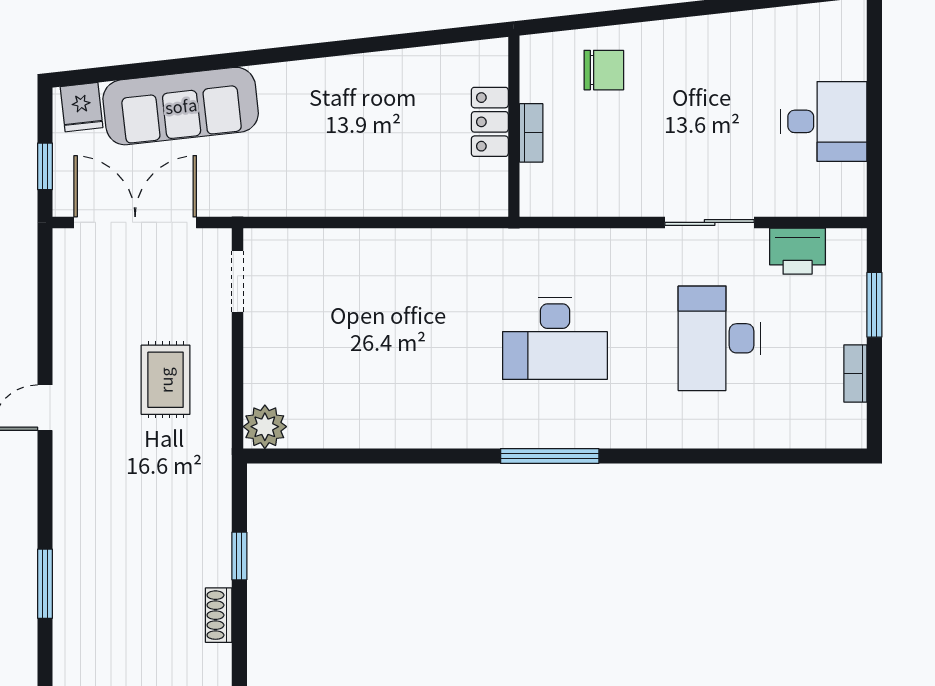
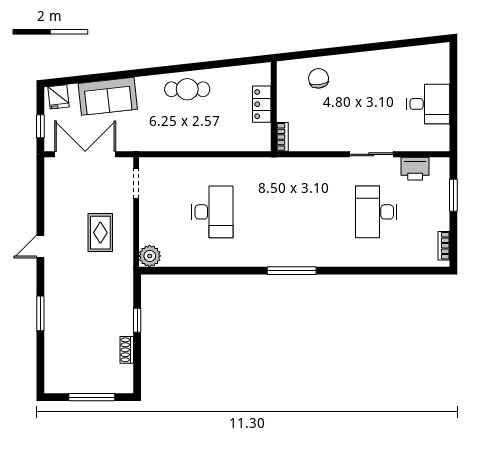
chair: (604, 70) -> (319, 78), turned -97
cafe table: (340, 92) -> (187, 89), added
sofa: (181, 106) -> (108, 96), width x0.73
bookcase: (531, 133) -> (282, 137), moved
desk: (555, 338) -> (212, 212), moved, turned -90
bookcase: (855, 374) -> (444, 246), moved
window: (45, 584) -> (40, 313), moved

